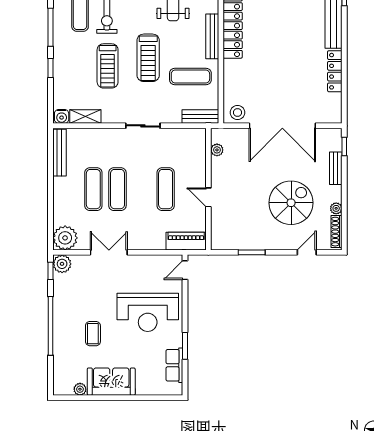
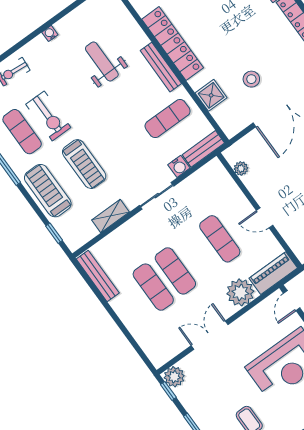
treadmill: (148, 58) -> (48, 191), moved, turned 180
window: (51, 68) -> (54, 233), moved
shower: (233, 82) -> (211, 95), added
stool: (238, 113) -> (251, 79), moved
water cooler: (62, 116) -> (179, 166), moved
shelving: (85, 117) -> (111, 216), moved
plant: (65, 238) -> (240, 292), moved

